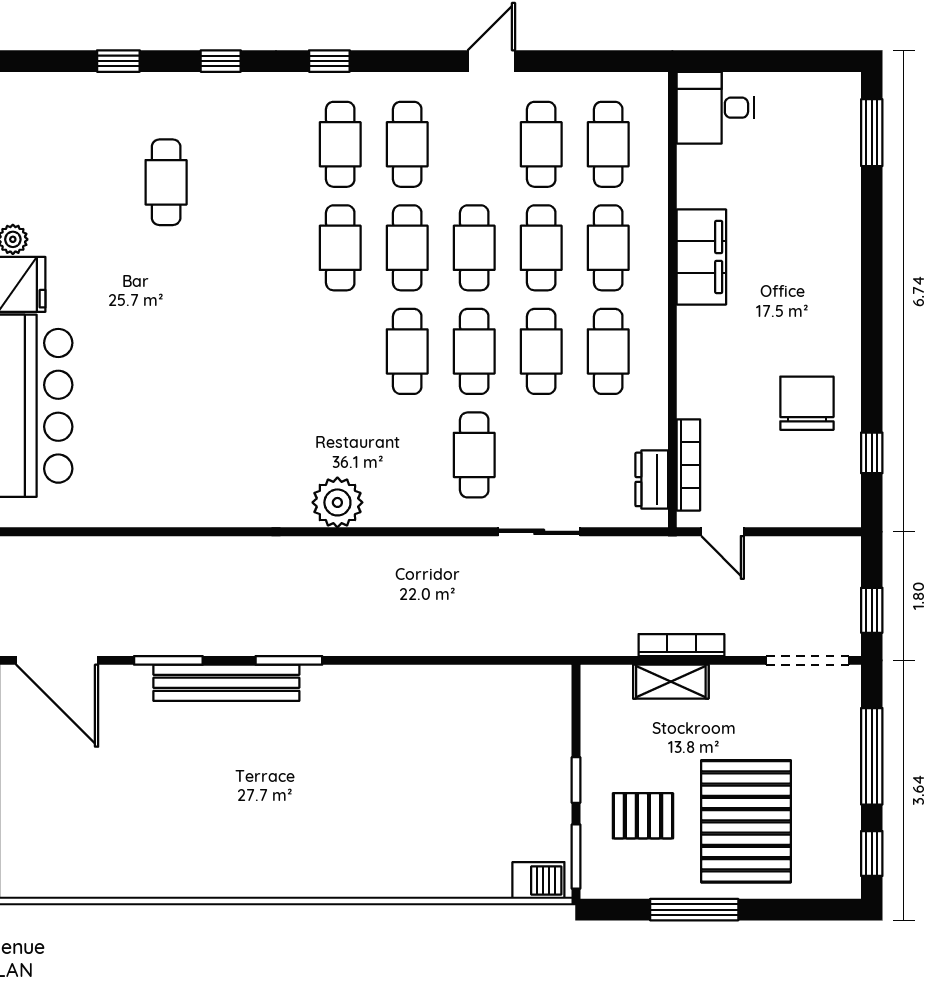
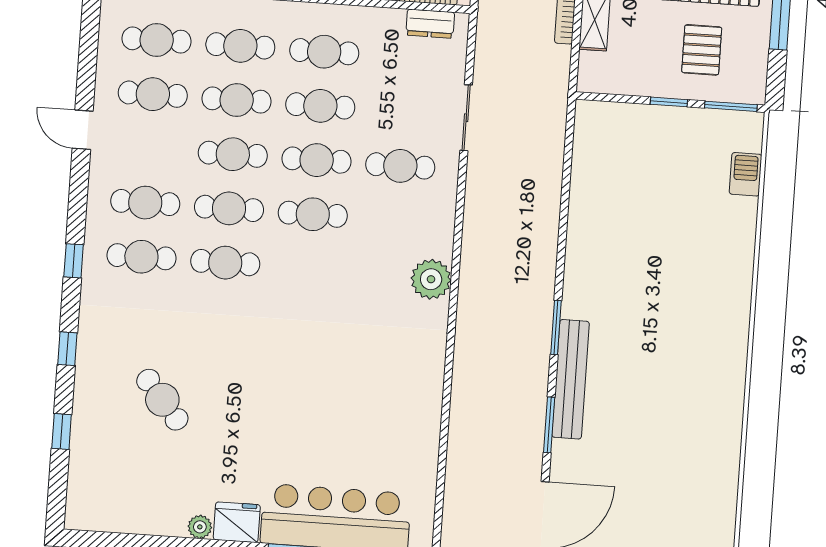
cafe table: (166, 182) -> (162, 400), turned 50
barbecue: (538, 880) -> (746, 174), moved

